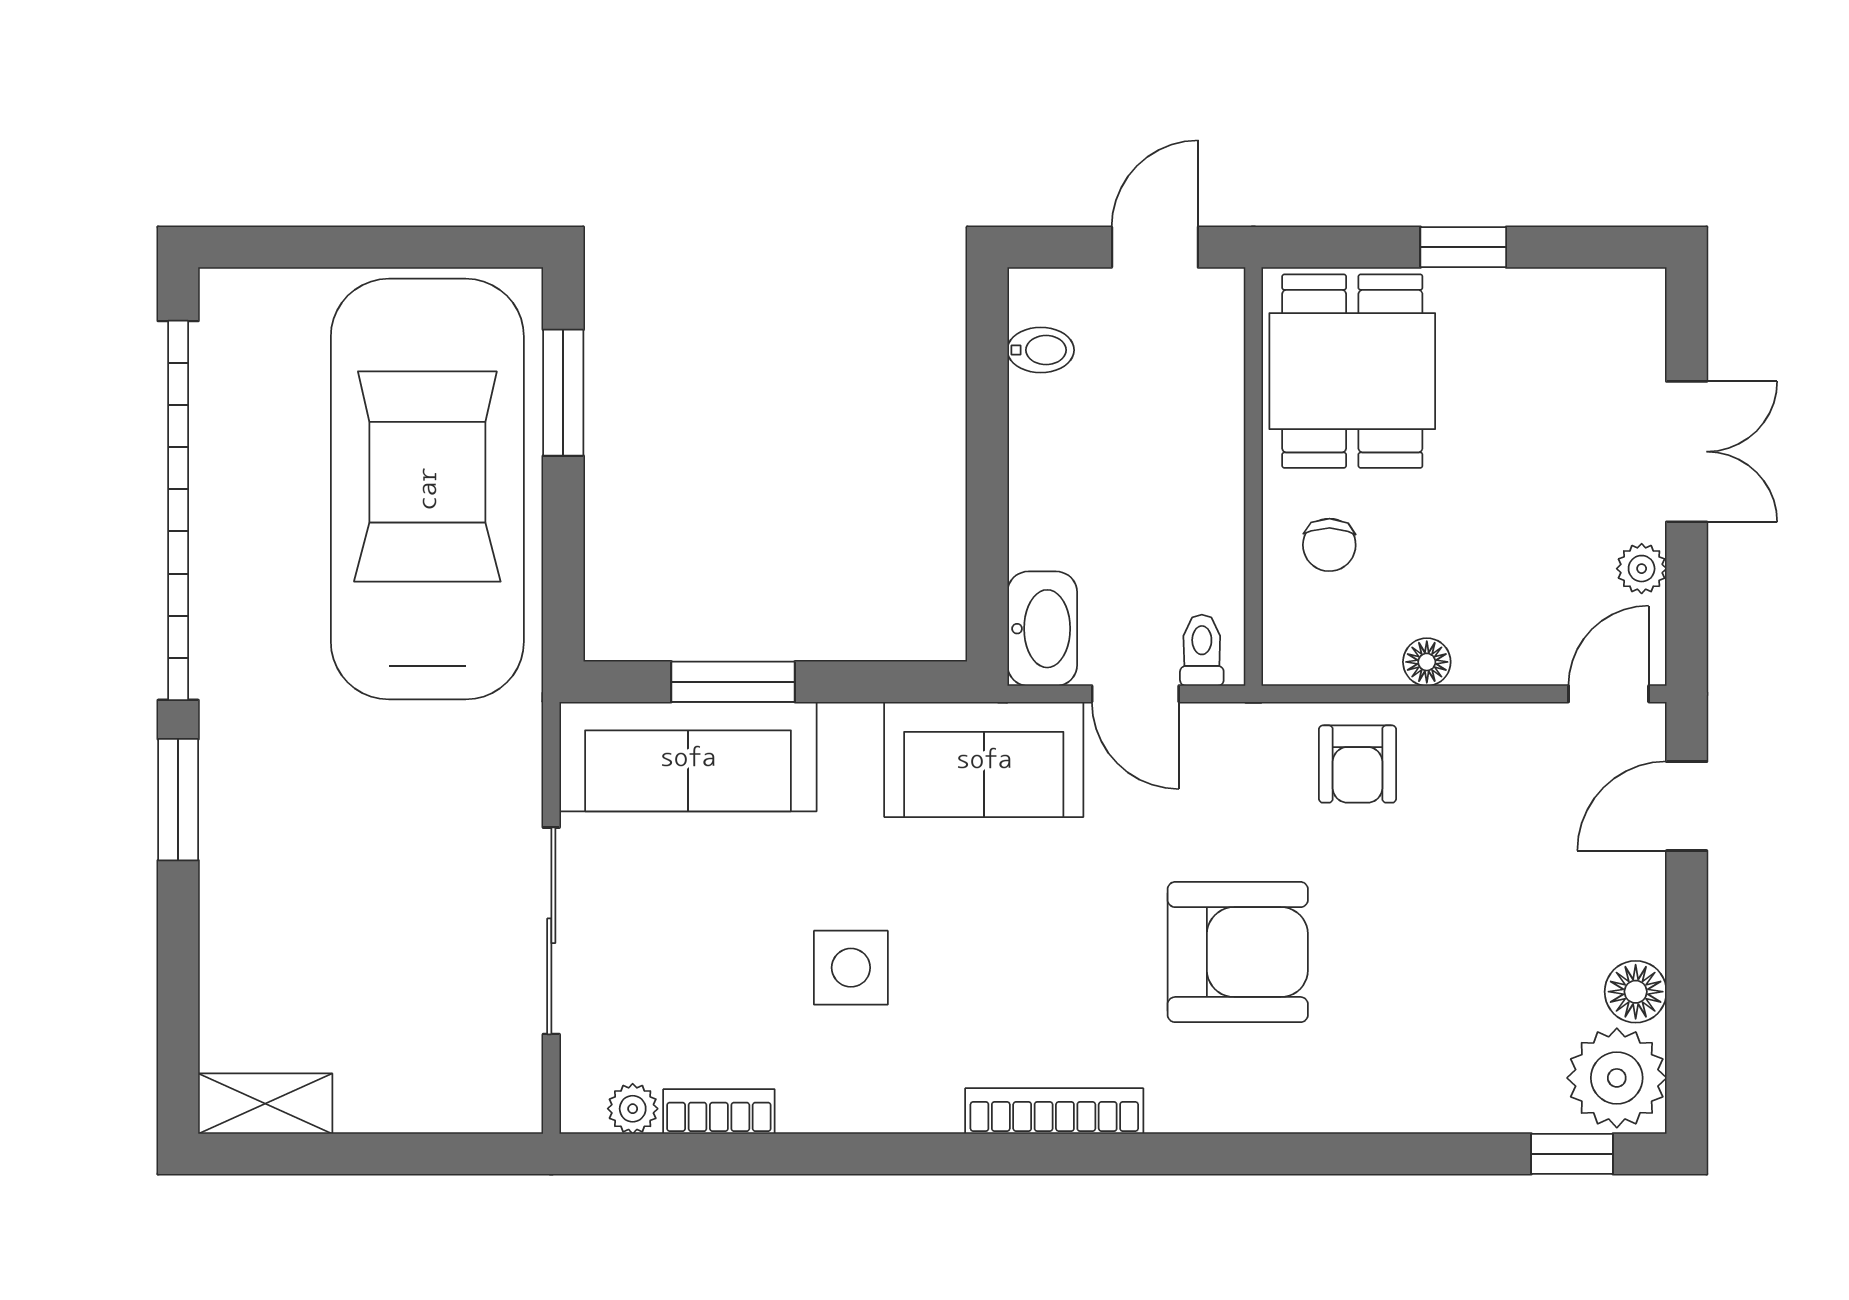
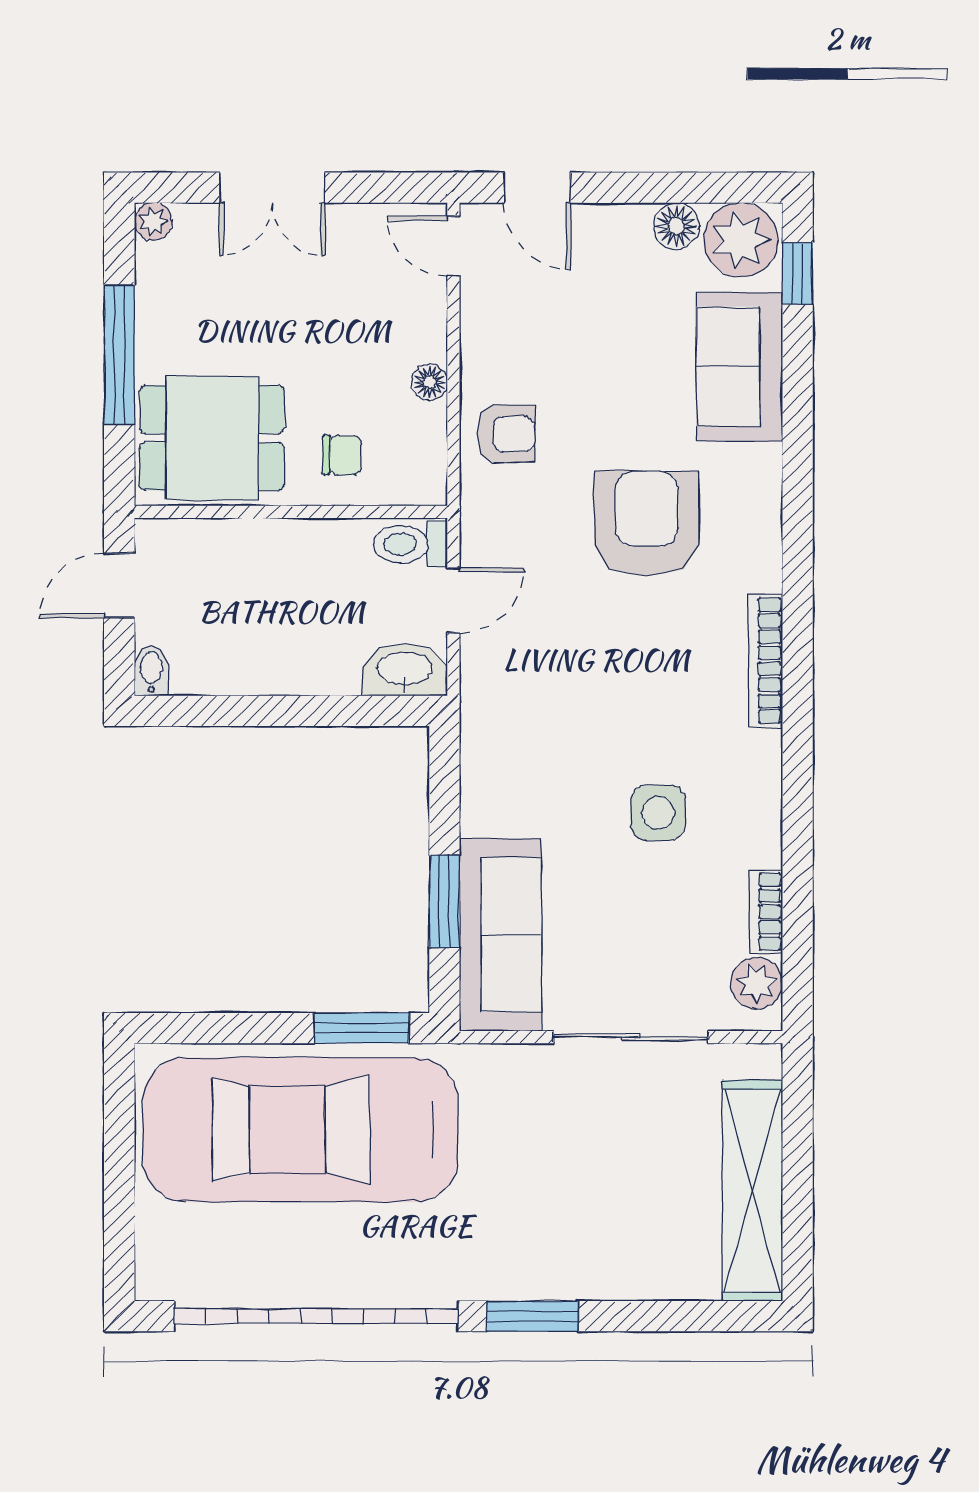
door: (1155, 247) -> (119, 586), hinge flipped
window: (1463, 247) -> (119, 355), width x2.17
bidet: (1041, 350) -> (151, 671), moved
window: (563, 393) -> (362, 1028), moved
double door: (1687, 452) -> (272, 188), swing flipped
plant: (1642, 569) -> (153, 221), moved
toilet: (1202, 650) -> (410, 544), width x1.37, depth x1.39
sofa: (984, 759) -> (739, 367), moved, turned 180
shelving: (265, 1104) -> (752, 1191), width x2.20, depth x1.33
plant: (633, 1109) -> (757, 983), width x1.38, depth x1.38

